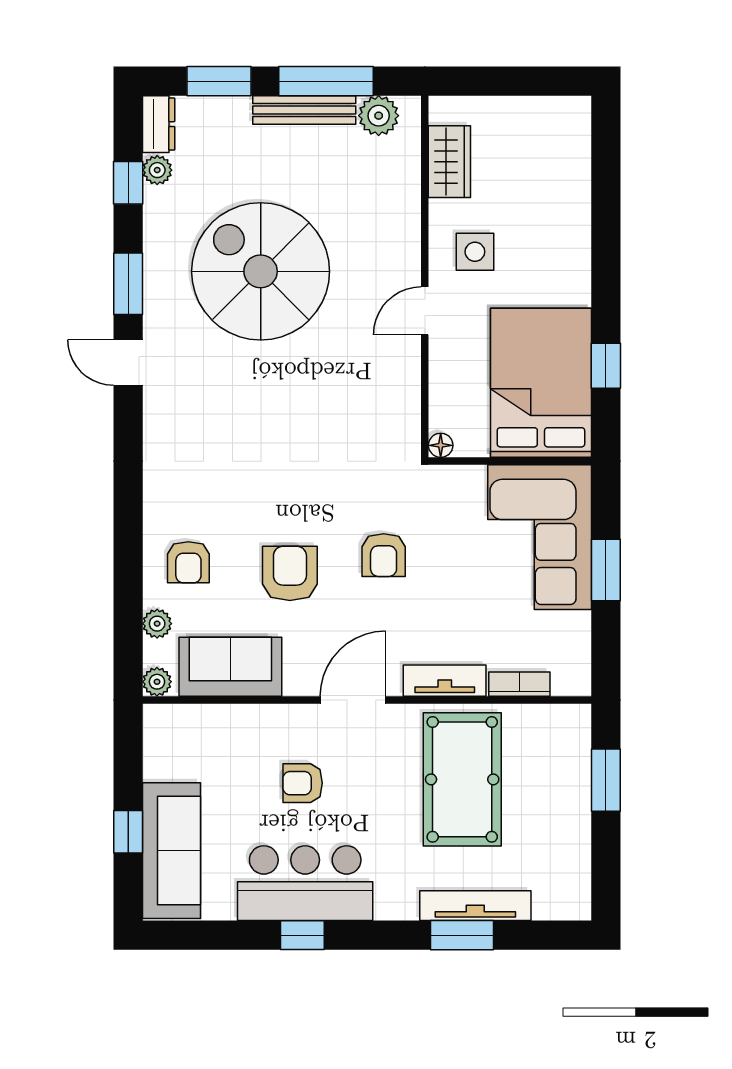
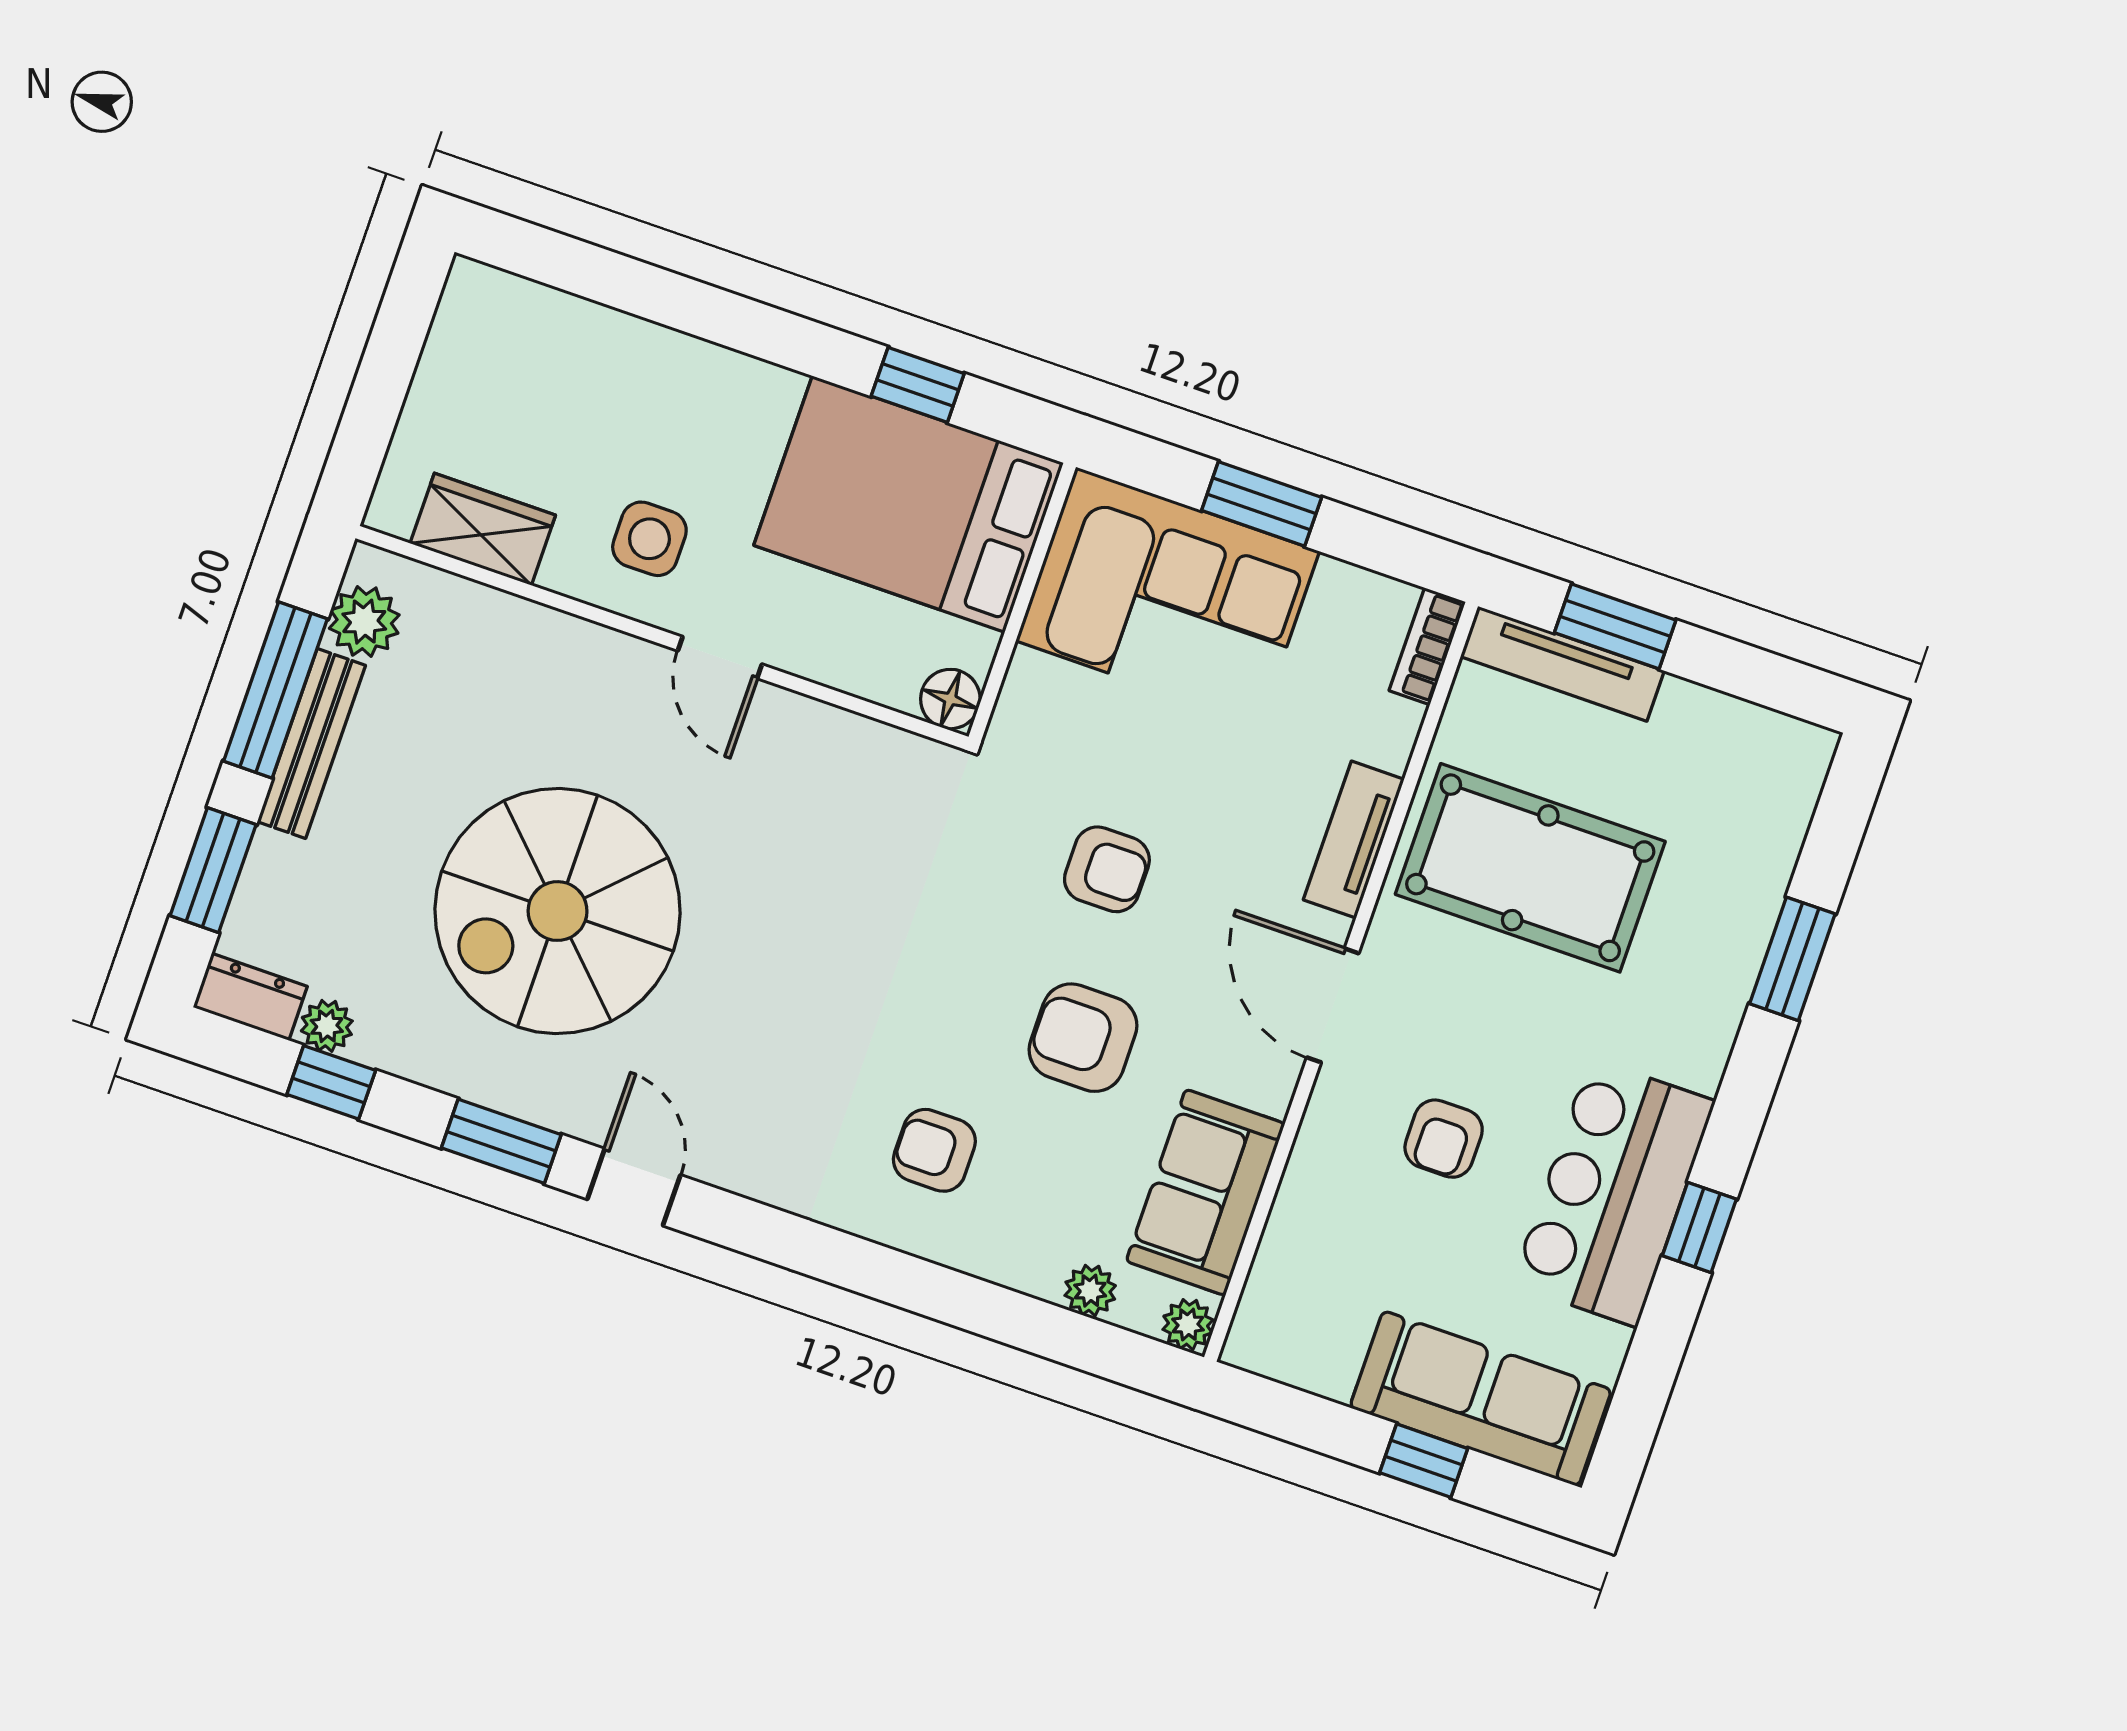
door: (128, 363) -> (634, 1187), swing flipped
floor lamp: (441, 445) -> (950, 699), width x1.37, depth x1.37
armchair: (188, 562) -> (934, 1150), moved, turned 180
bookcase: (519, 684) -> (1427, 646), moved
tv unit: (475, 906) -> (1562, 664), moved, turned -90

